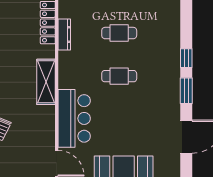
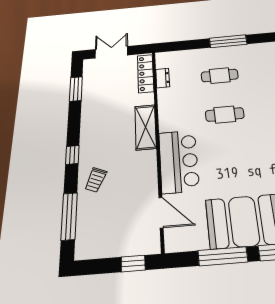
dresser: (64, 35) -> (163, 78), width x0.70

